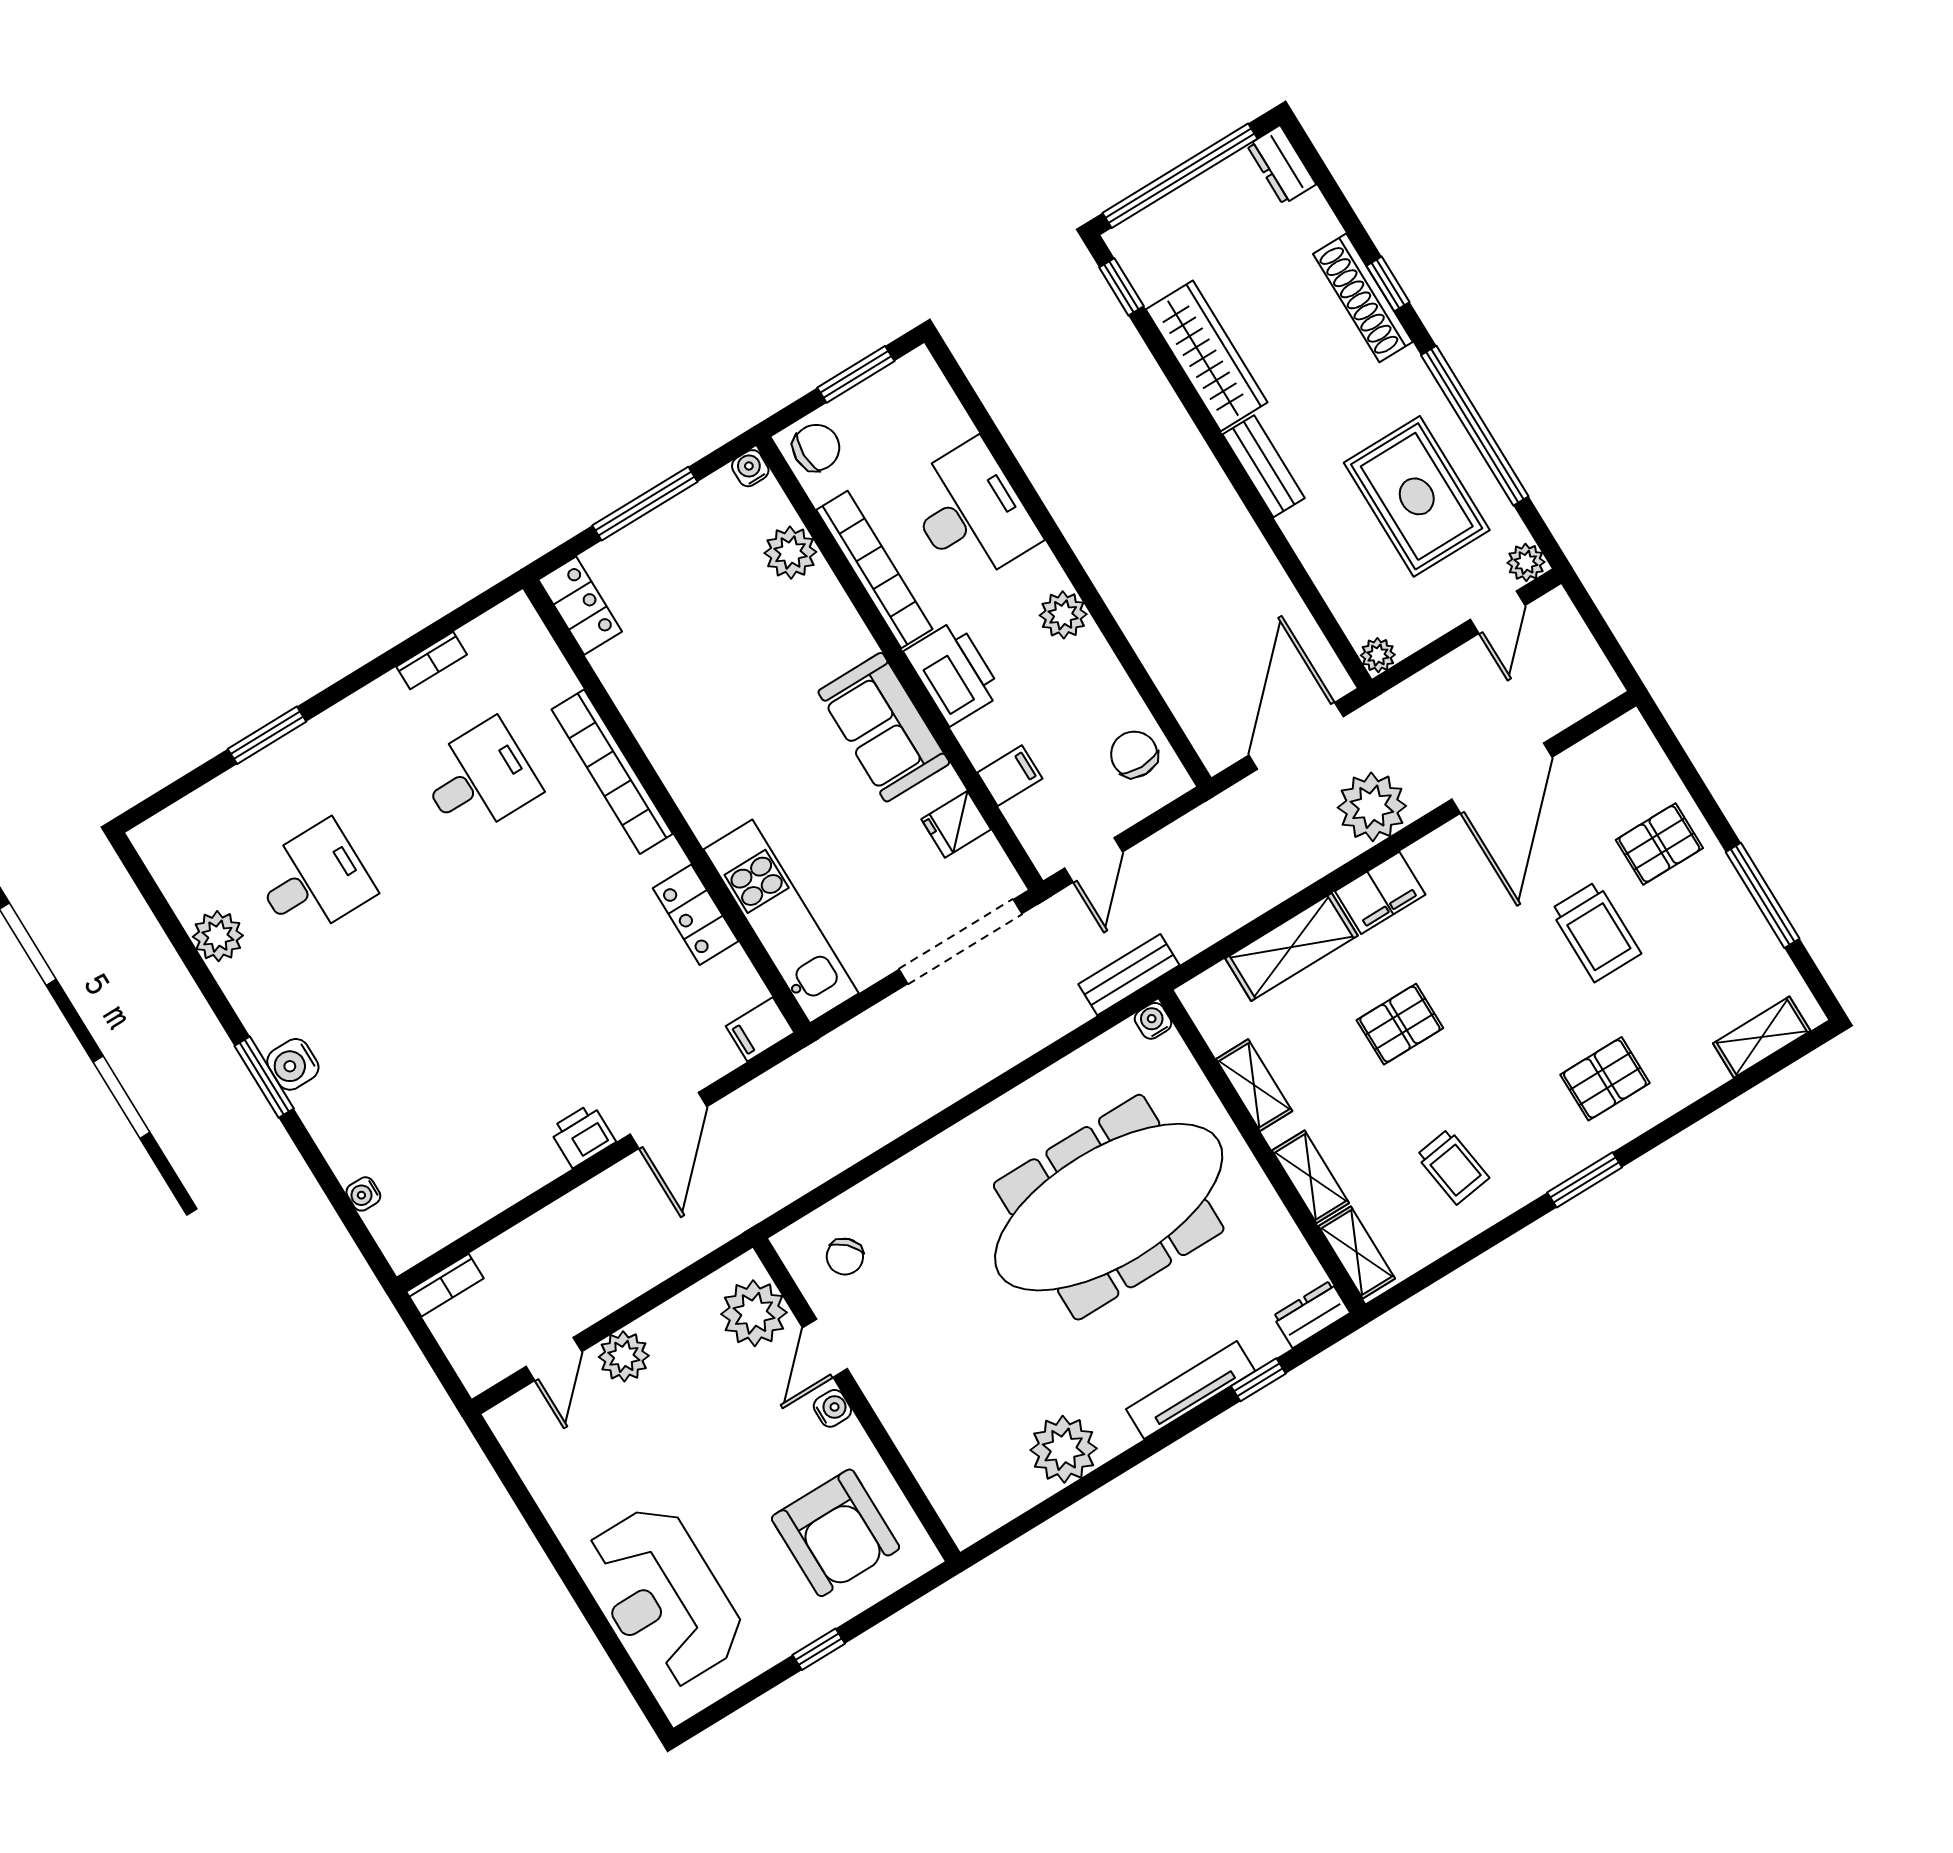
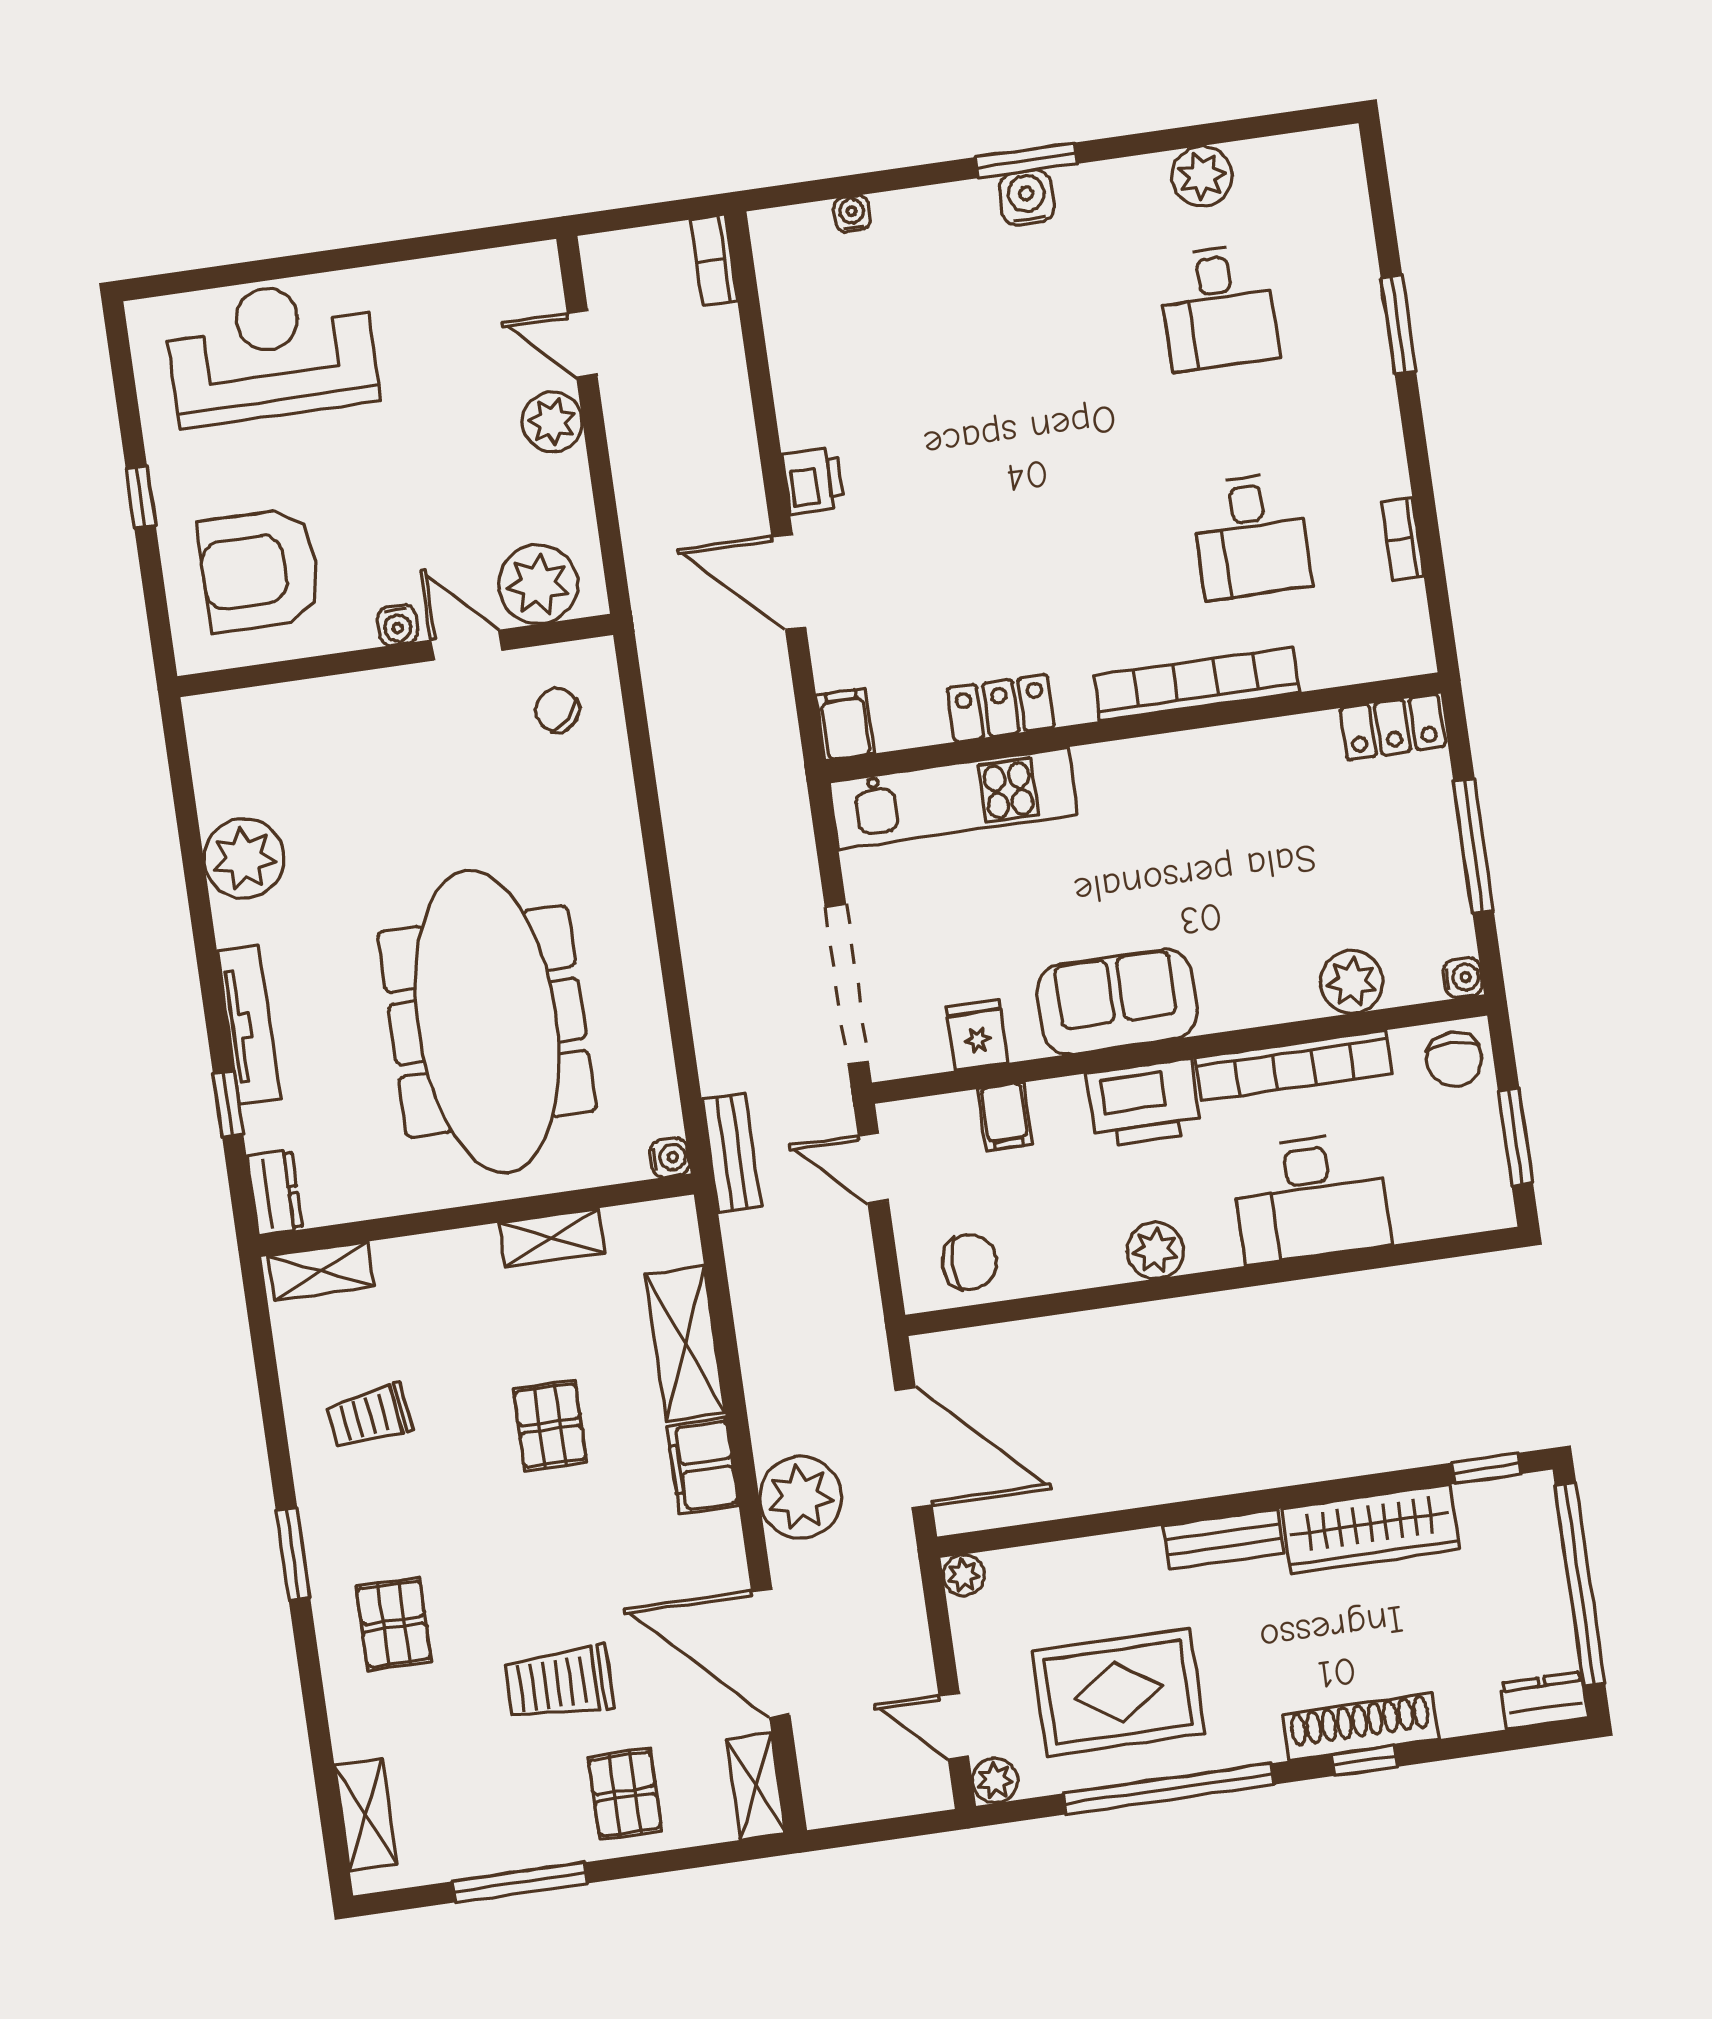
shelving: (1310, 1177) -> (756, 1786), moved, turned 90

